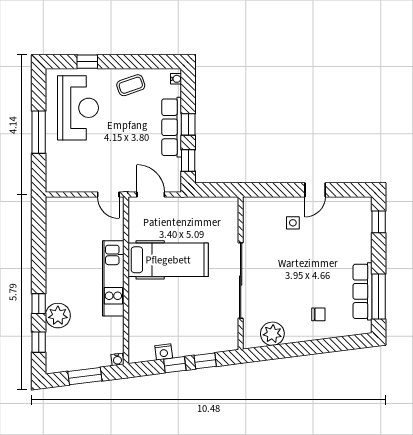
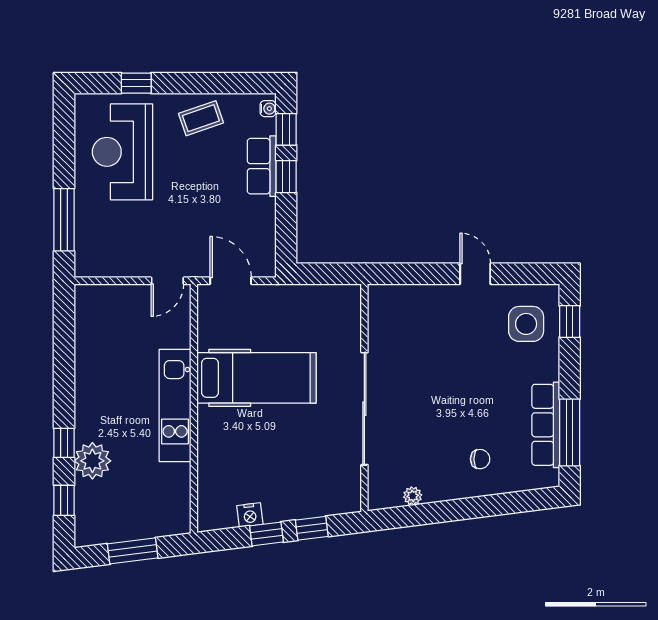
reception desk: (78, 108) -> (122, 152), turned 180
row of seats: (172, 127) -> (262, 166), width x0.68
window: (39, 132) -> (64, 220), moved
window: (188, 161) -> (286, 129), moved
door: (315, 190) -> (475, 274), swing flipped
door: (108, 195) -> (167, 281), hinge flipped
side table: (293, 223) -> (526, 324), moved, width x1.87, depth x1.87
plant: (272, 334) -> (413, 496), width x0.53, depth x0.53
water cooler: (117, 359) -> (181, 526), removed

